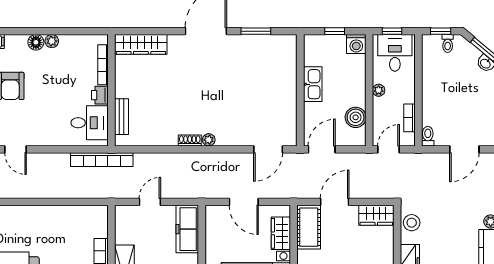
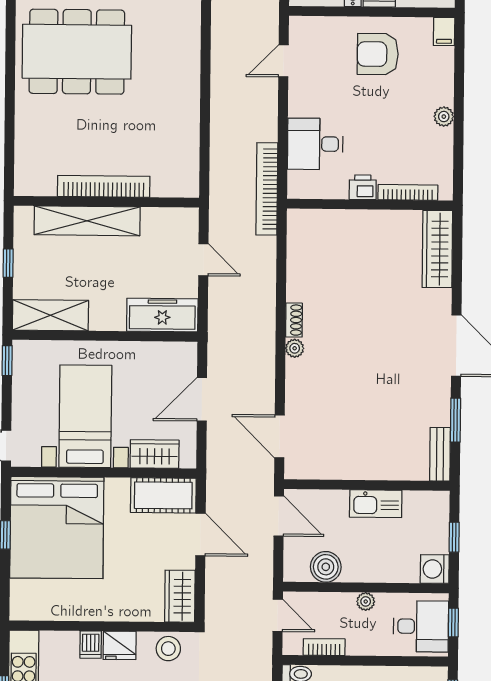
floor lamp: (36, 42) -> (442, 93), removed
bench: (122, 117) -> (440, 454), moved, turned 90
desk: (90, 123) -> (315, 144), moved, turned 90

